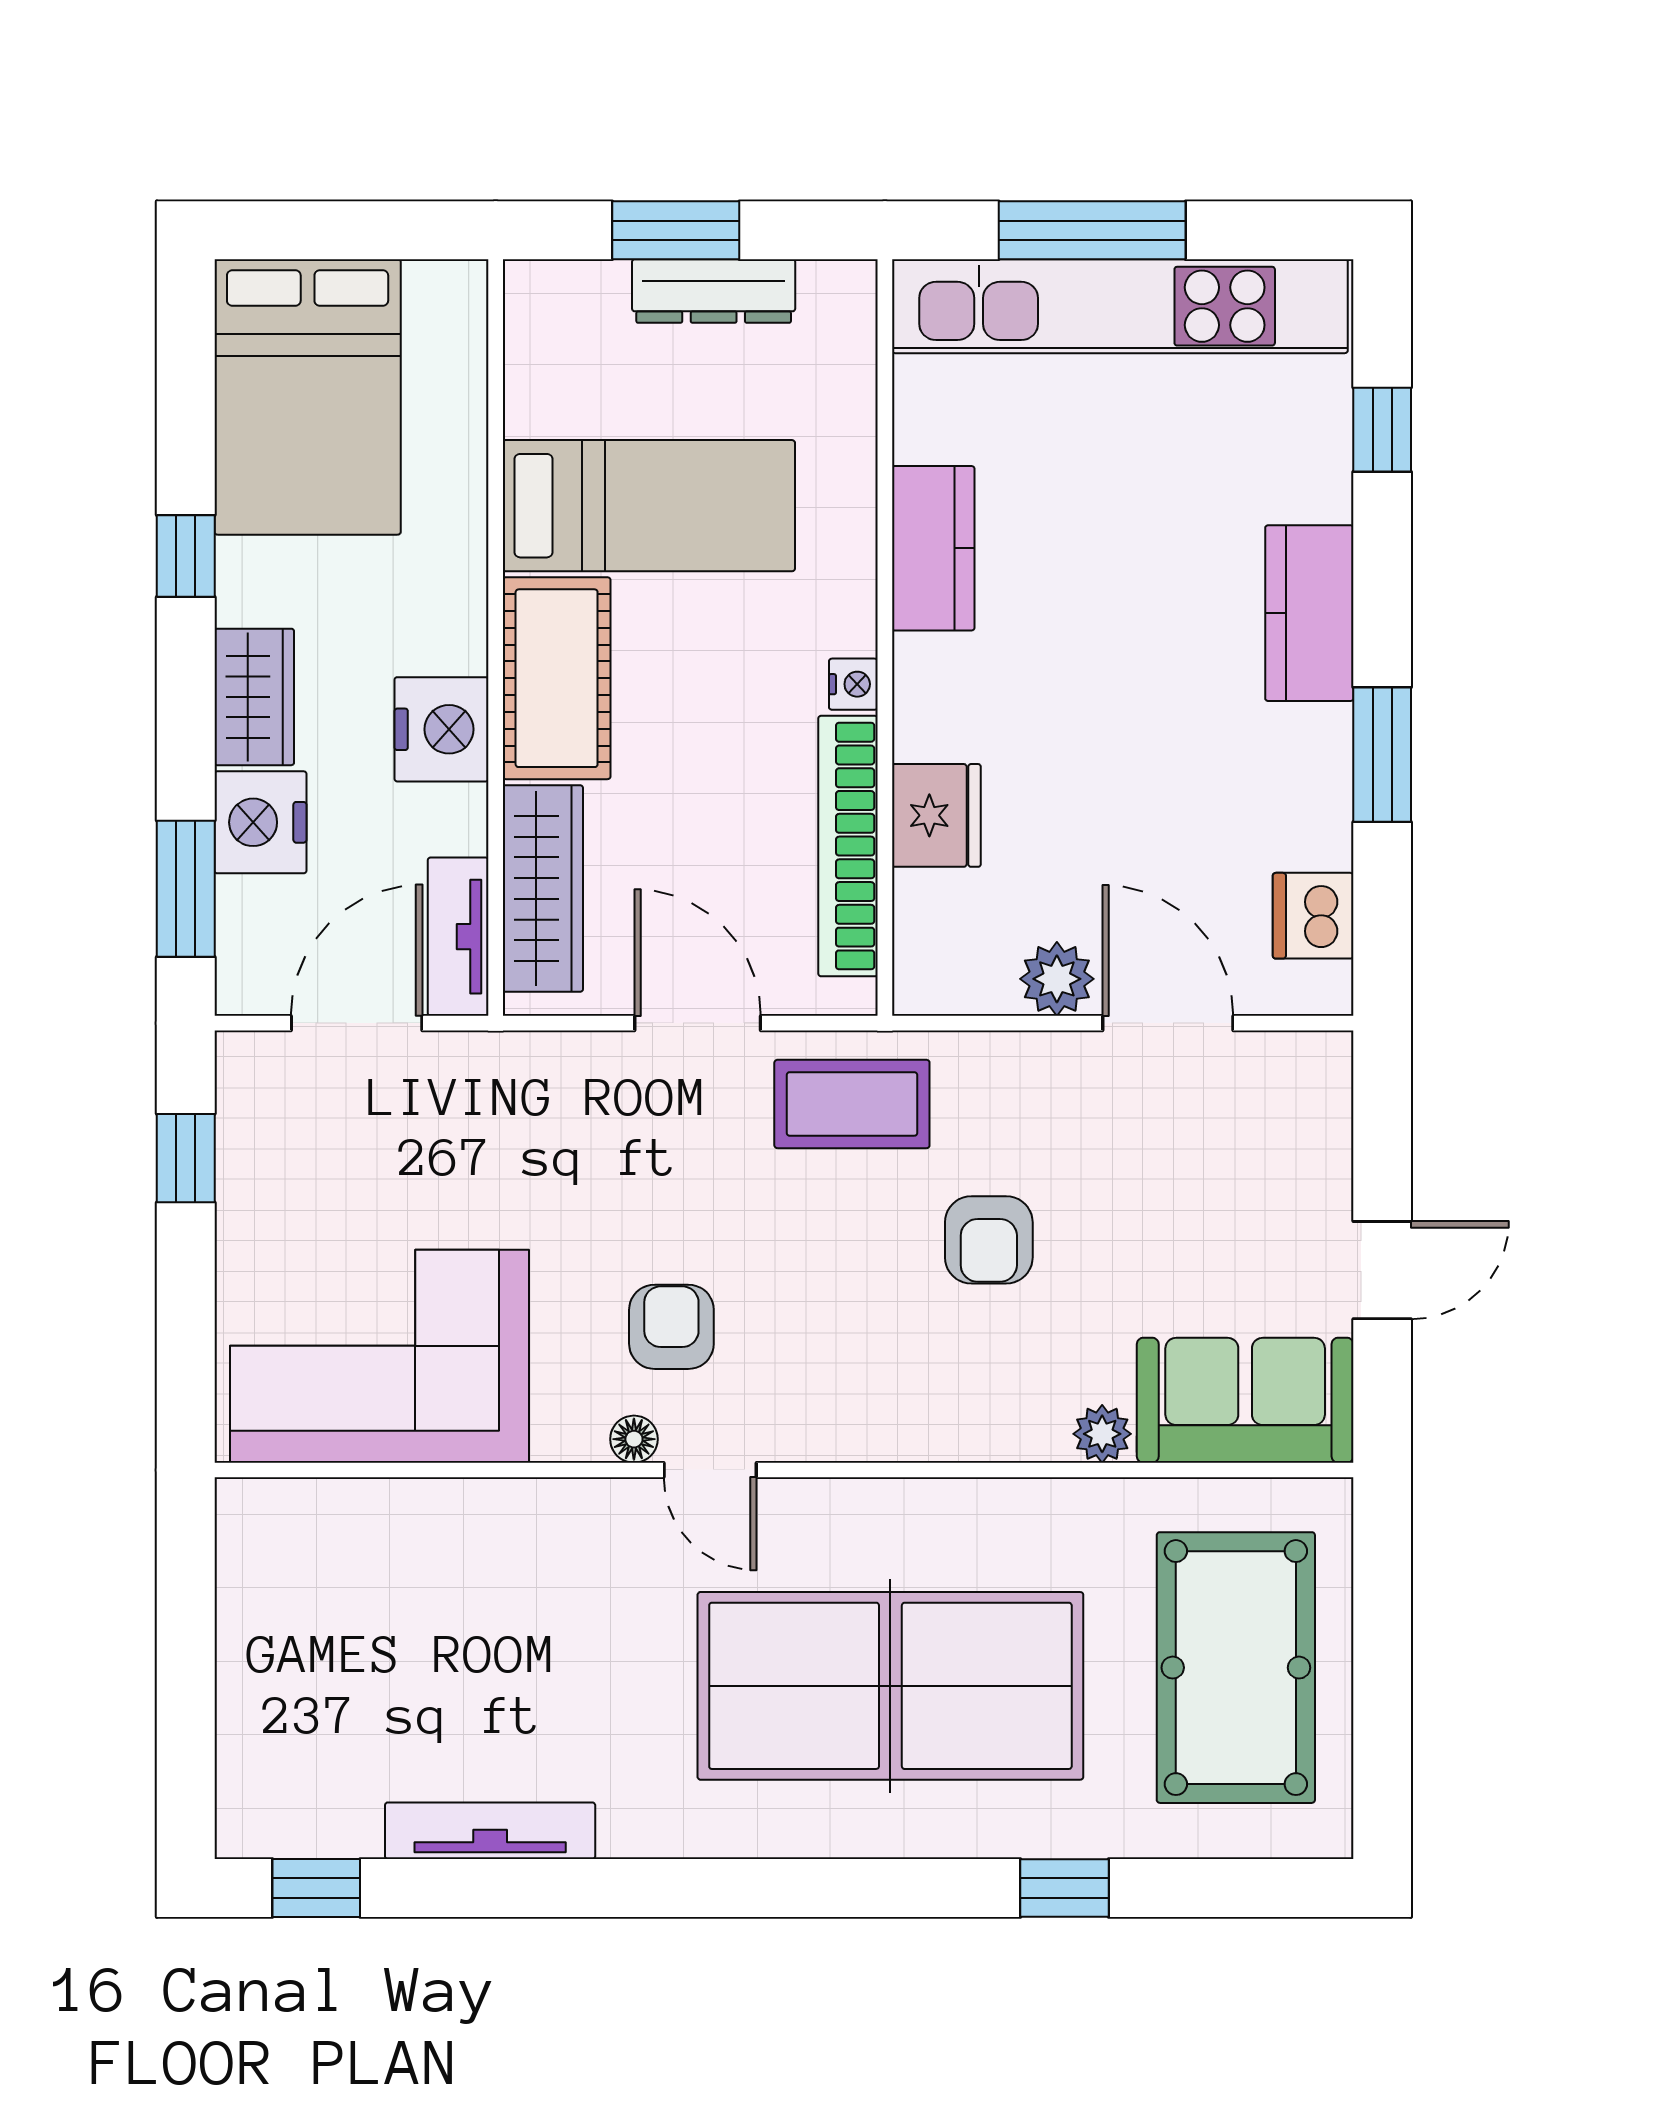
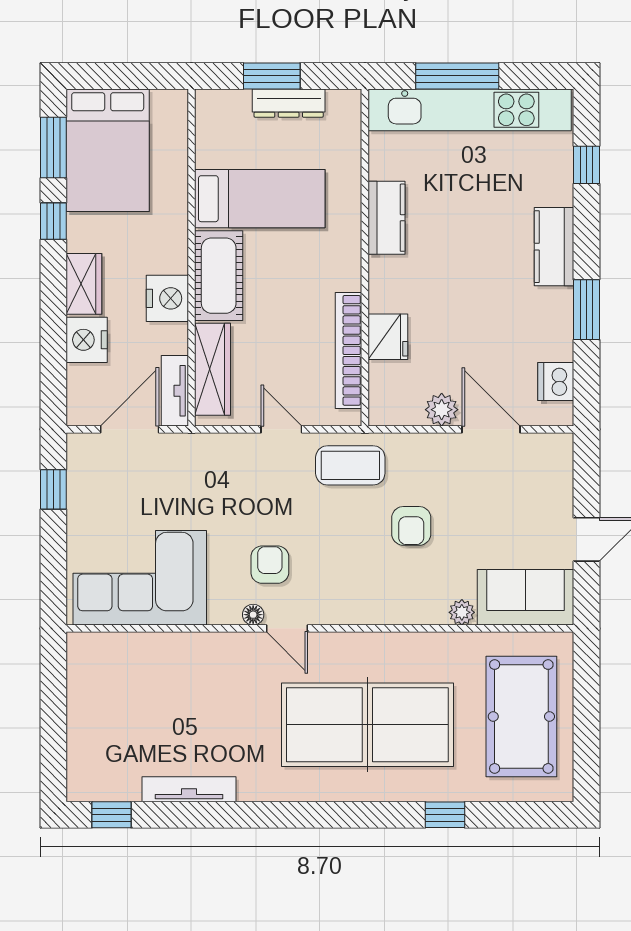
nightstand: (853, 684) -> (351, 278), removed
window: (186, 889) -> (53, 147), moved
door: (698, 1023) -> (281, 429), width x0.73

